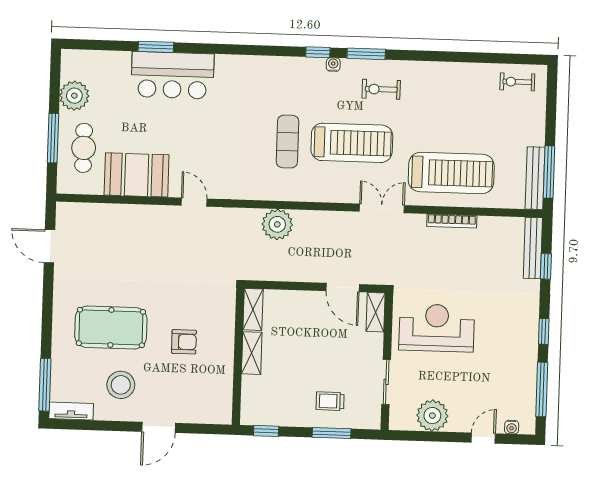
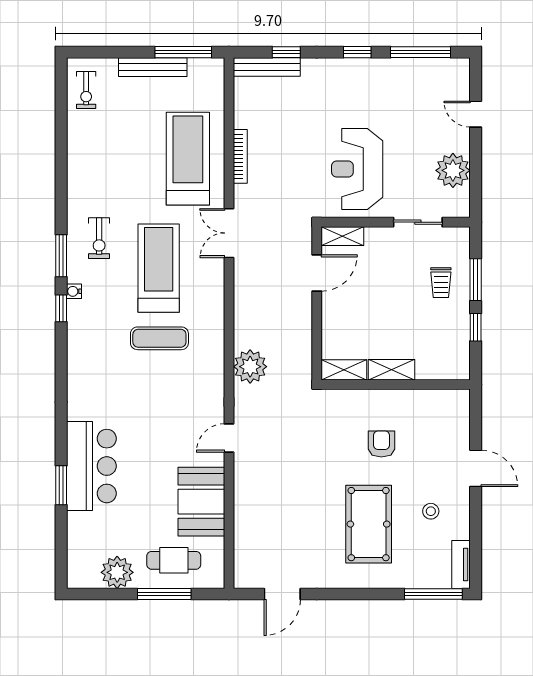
bench: (535, 178) -> (153, 67), moved
plant: (277, 224) -> (250, 367), moved
stool: (121, 385) -> (431, 511), width x0.53, depth x0.53
water cooler: (512, 427) -> (463, 84), removed
window: (266, 431) -> (476, 327), moved

